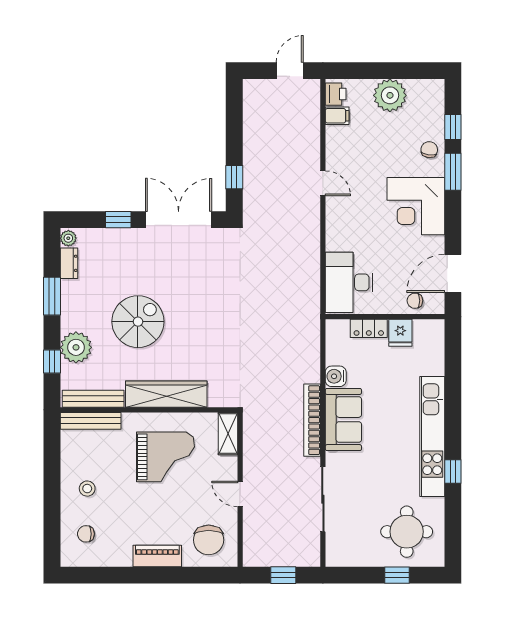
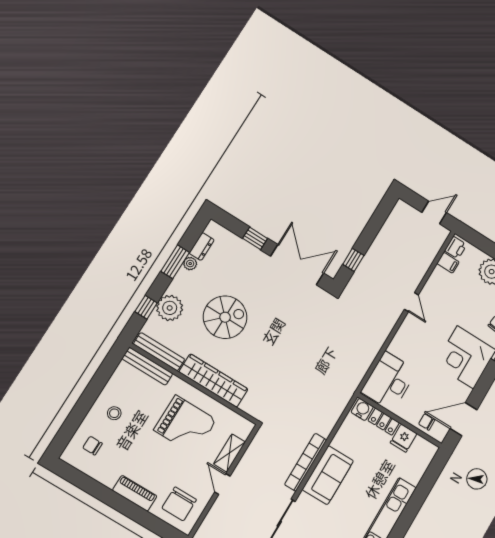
plant: (68, 238) -> (190, 264), moved
water cooler: (336, 376) -> (362, 409), moved, turned 90
shelving: (228, 434) -> (229, 453), moved

